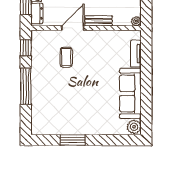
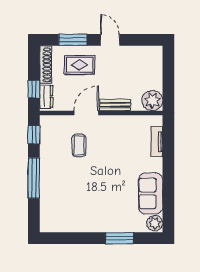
plant: (136, 21) -> (152, 101), width x1.88, depth x1.88
sofa: (130, 93) -> (151, 193), width x0.73
window: (73, 140) -> (120, 238), moved

